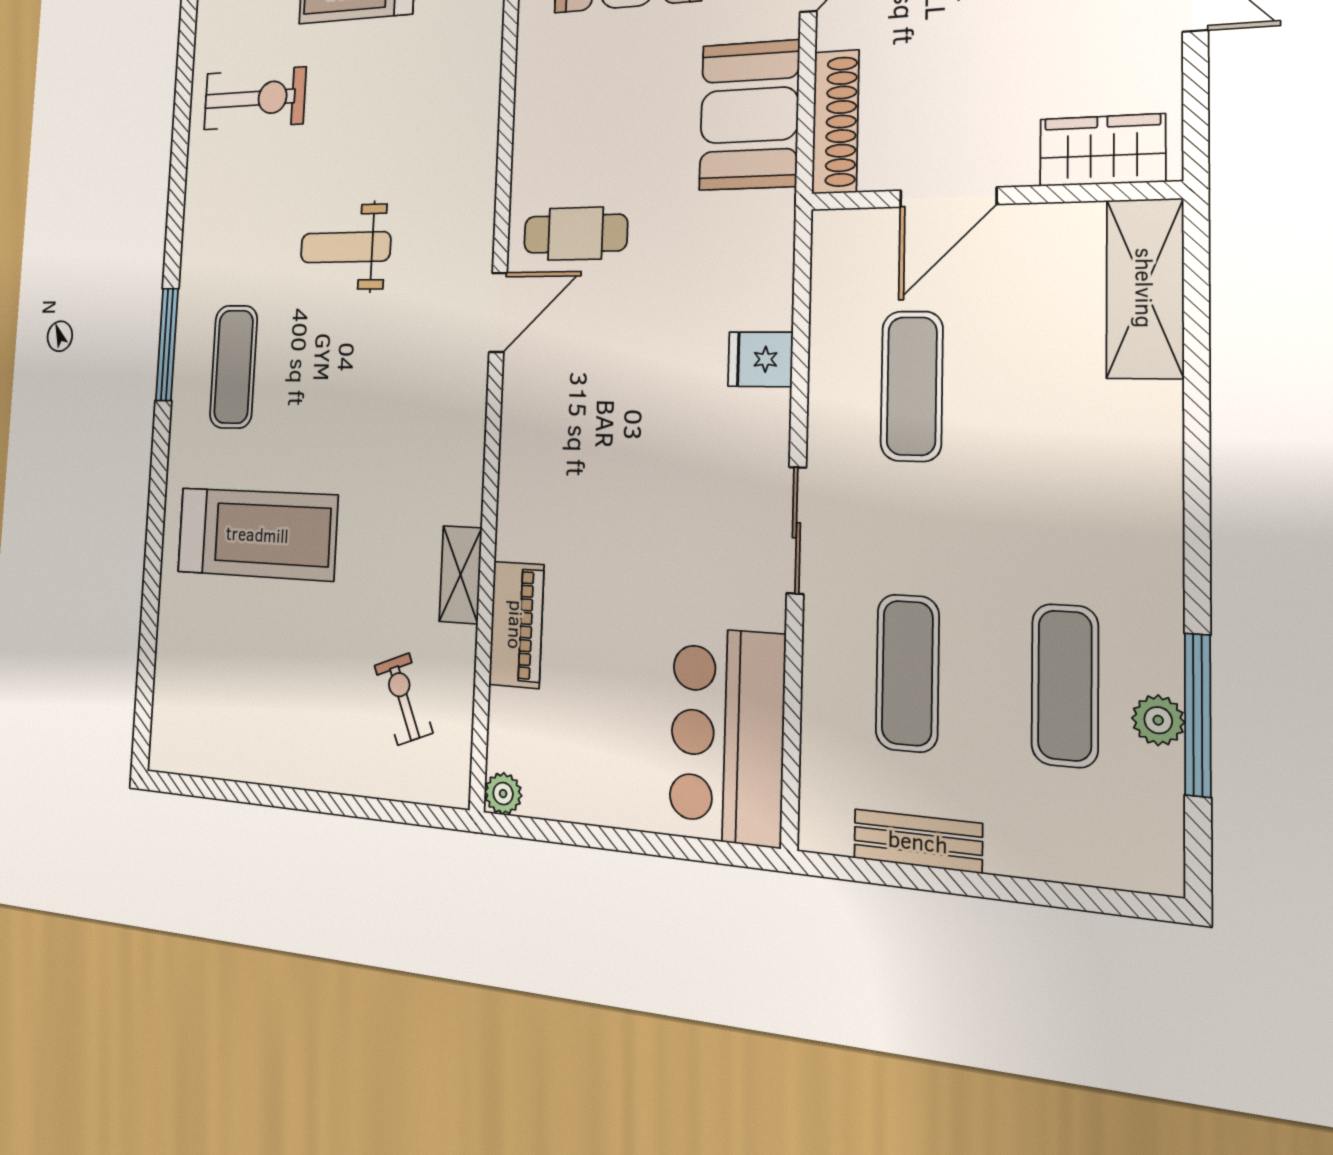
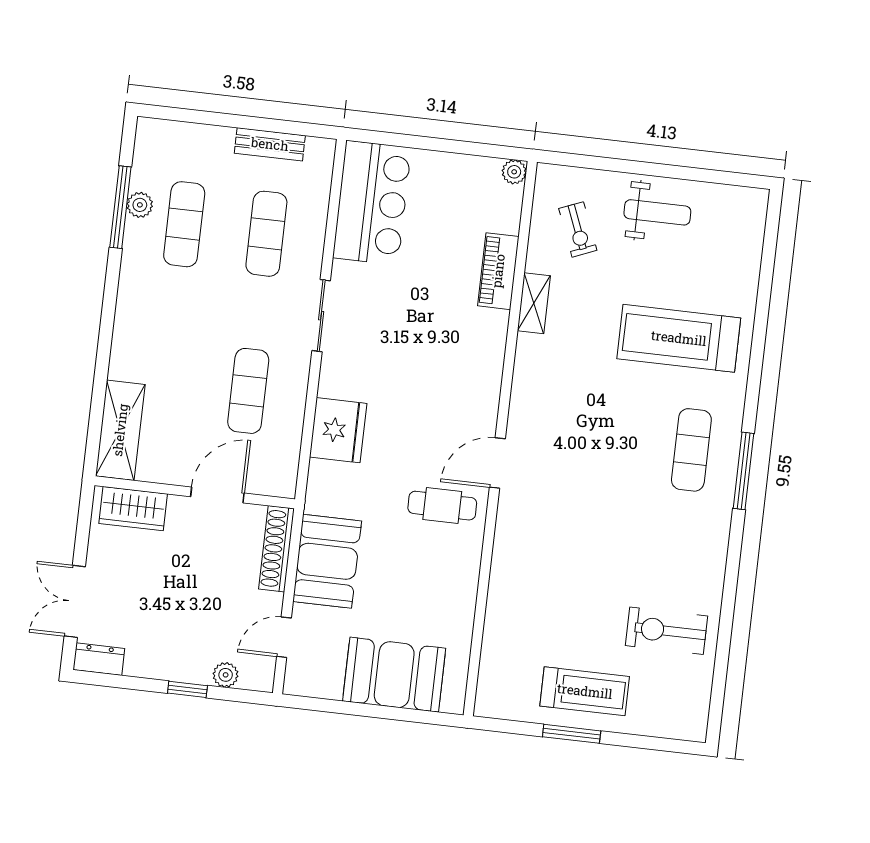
weight bench: (345, 247) -> (657, 212), moved
fridge: (760, 359) -> (338, 430), width x1.88, depth x1.34

